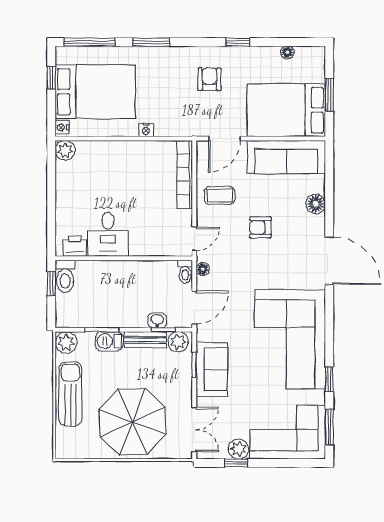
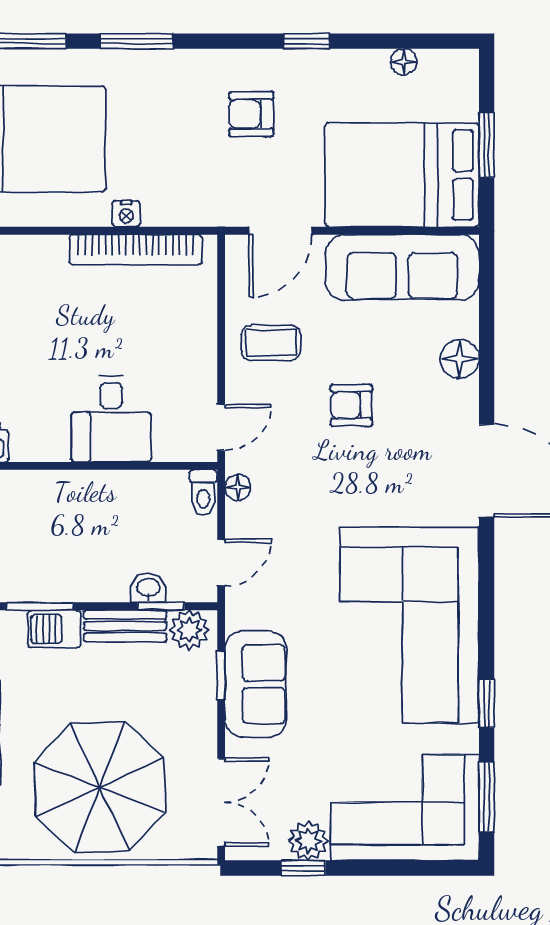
armchair: (209, 79) -> (251, 114), turned -90
bookcase: (185, 174) -> (136, 250), moved, turned -90
desk: (108, 234) -> (111, 419), moved
door: (194, 307) -> (221, 563), width x0.73

